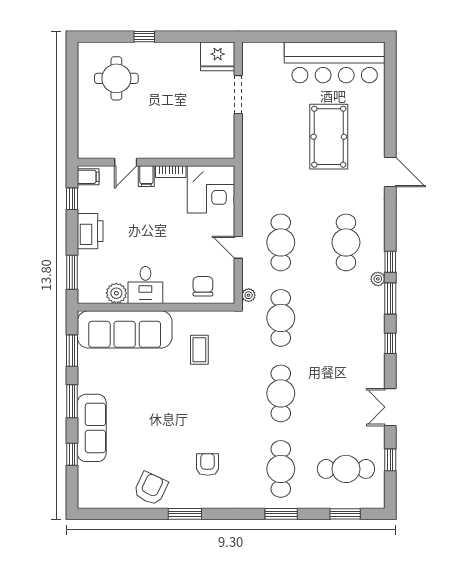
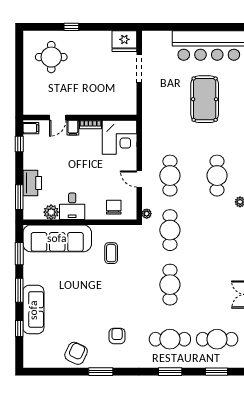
printer: (90, 231) -> (32, 183), moved
cafe table: (281, 469) -> (170, 339), turned 90

